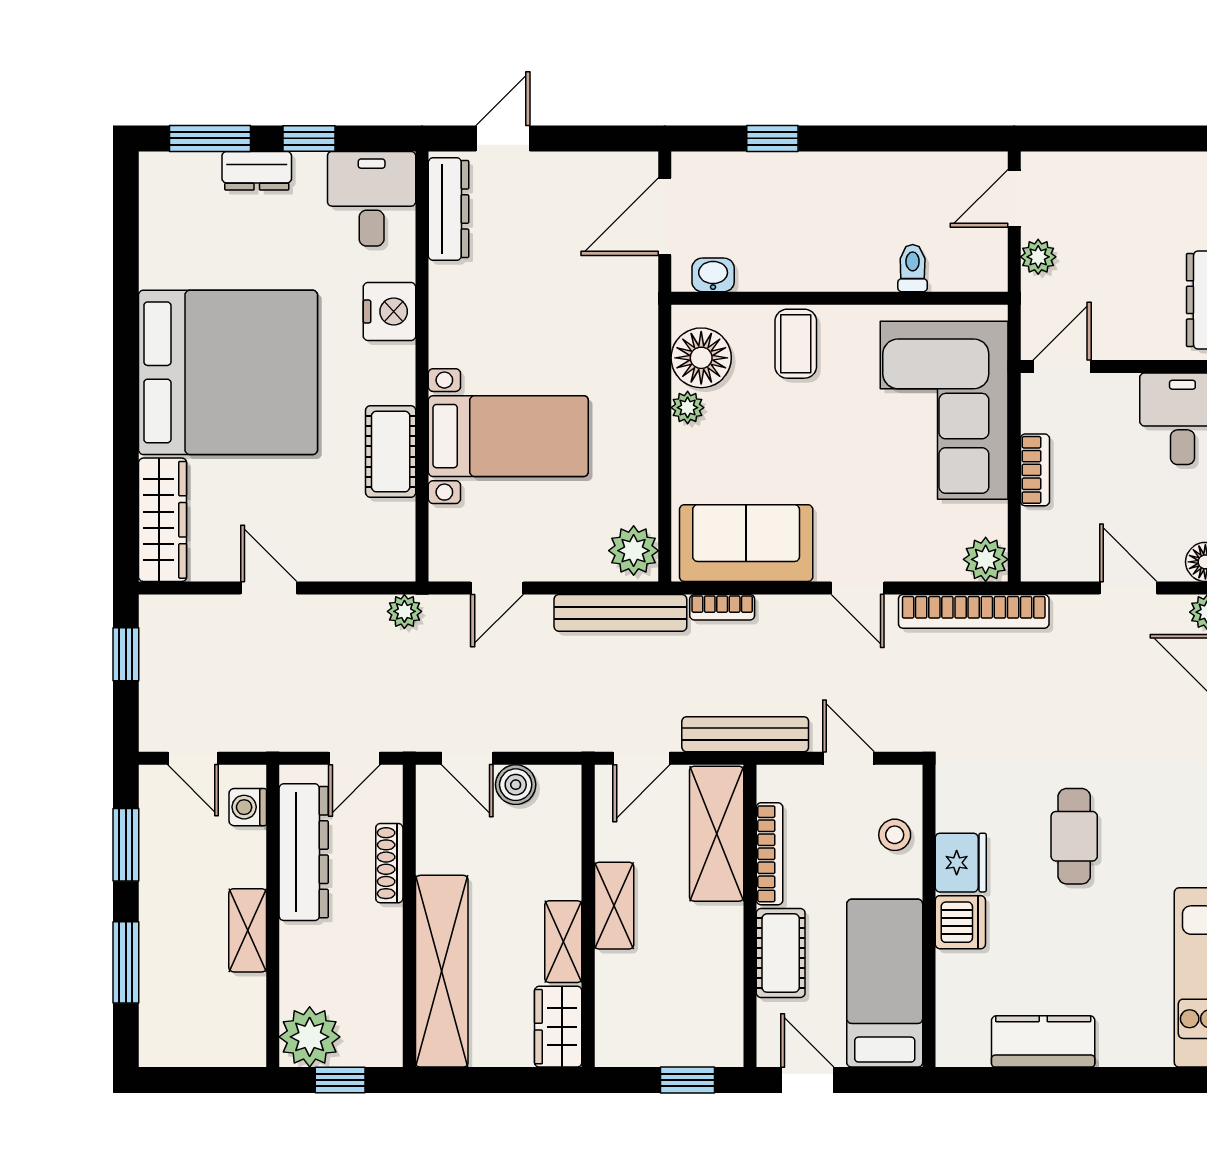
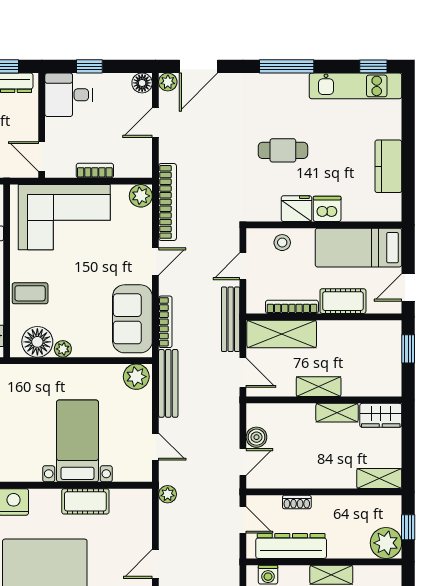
bookcase: (722, 607) -> (165, 322), width x1.56
shoe rack: (389, 863) -> (297, 502), width x0.70
shelving: (442, 971) -> (379, 478), width x0.45, depth x0.75

